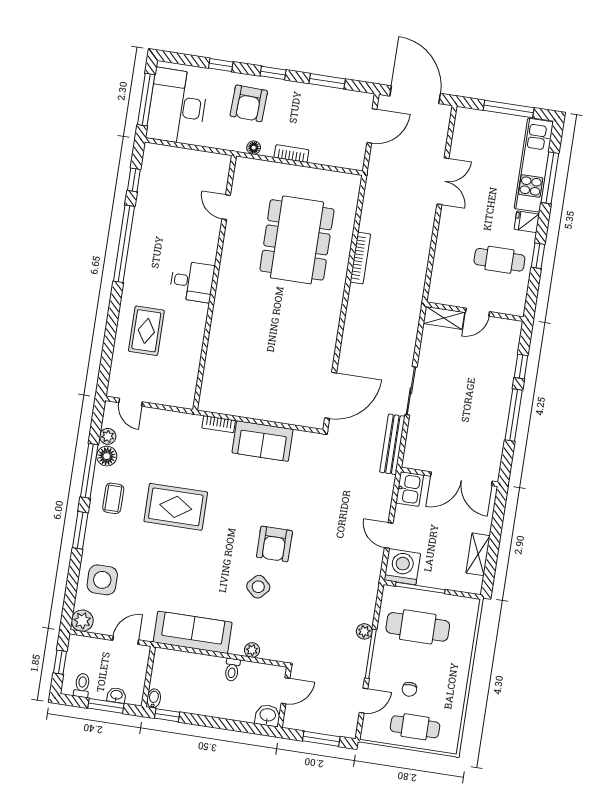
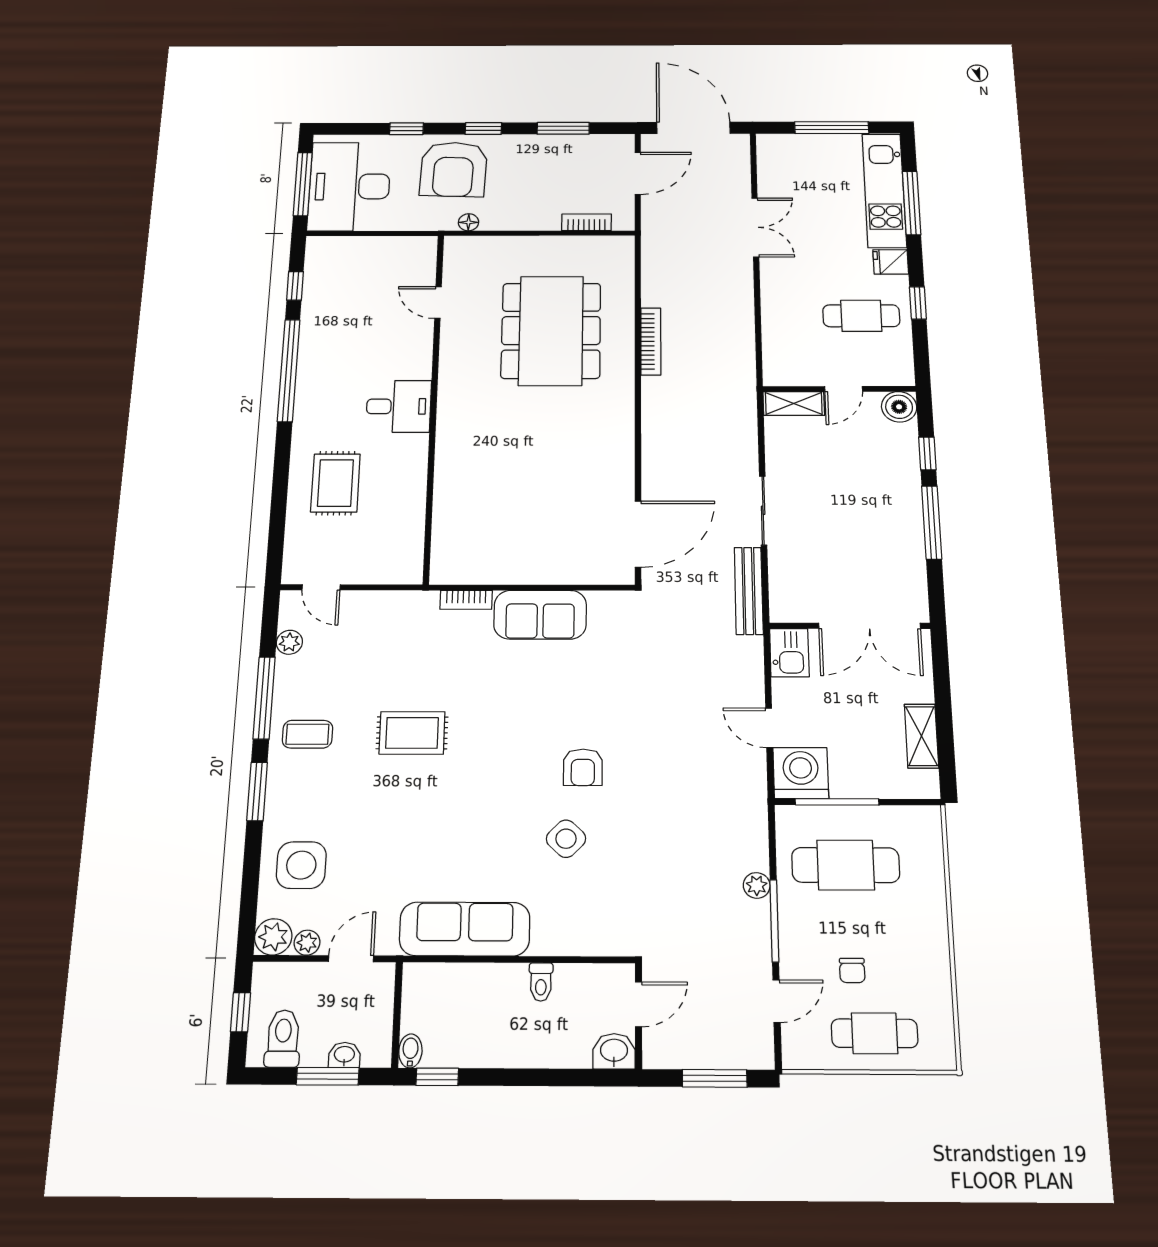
armchair: (249, 103) -> (454, 169), width x1.36, depth x1.36
bookcase: (291, 154) -> (587, 222), moved
boiler: (510, 330) -> (899, 407), added
floor lamp: (107, 456) -> (290, 672), removed
coffee table: (113, 498) -> (307, 734), turned 90
rug: (176, 507) -> (412, 733), width x0.73, depth x0.70
armchair: (274, 544) -> (583, 767), width x0.72, depth x0.72
plant: (252, 650) -> (307, 943), moved
toilet: (82, 685) -> (283, 1039), width x1.37, depth x1.39

